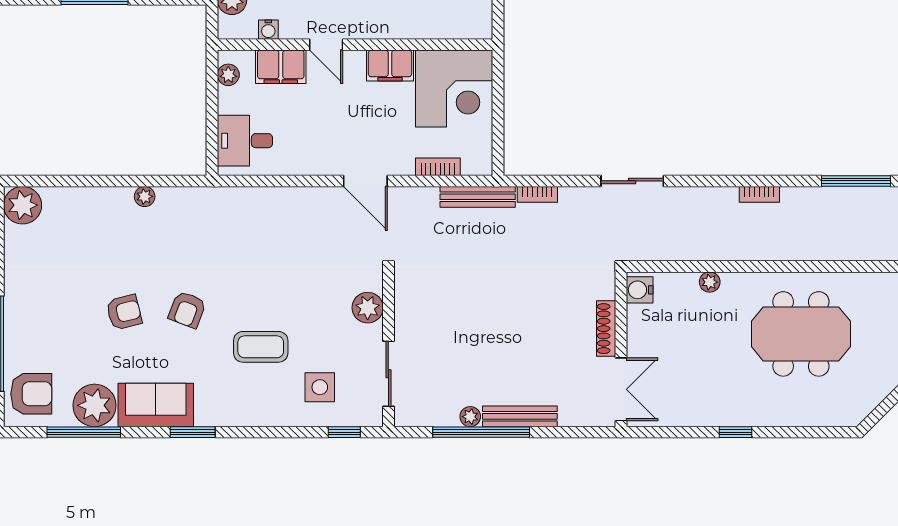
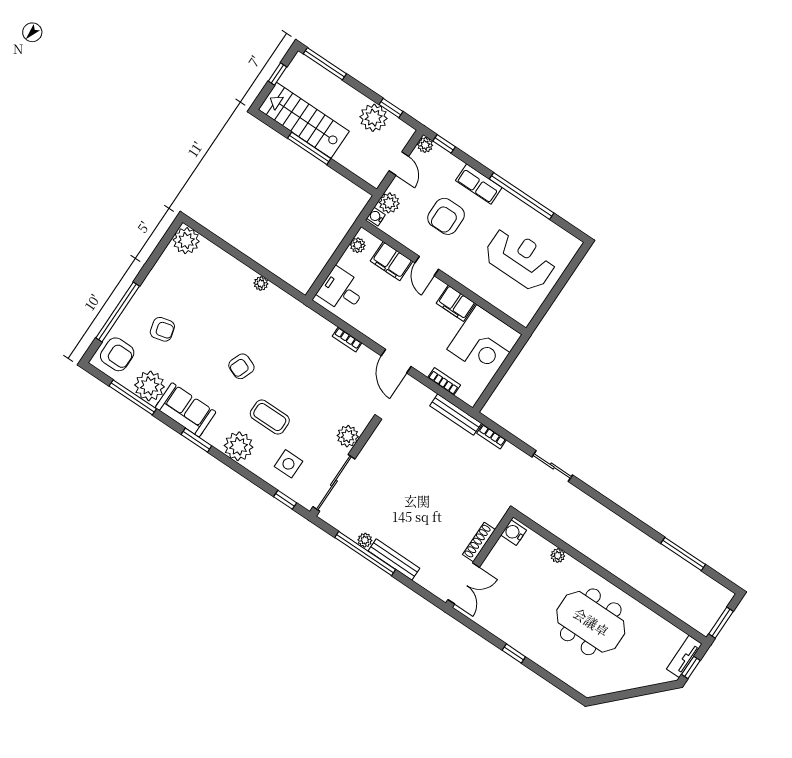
water cooler: (268, 30) -> (376, 217), moved, turned 90
bookcase: (759, 194) -> (347, 339), moved
armchair: (124, 312) -> (162, 329), moved
sliding door: (388, 374) -> (334, 483), width x1.37
plant: (247, 406) -> (239, 446), added

